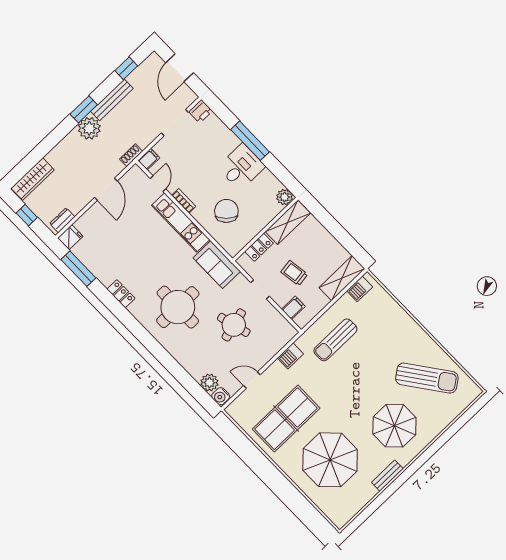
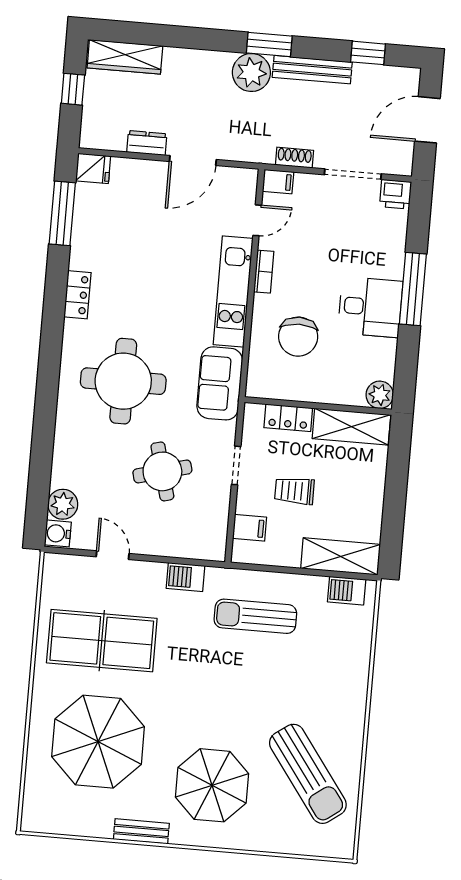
shoe rack: (131, 155) -> (294, 158), moved
chair: (226, 211) -> (298, 337), turned 137
dresser: (62, 220) -> (147, 143), moved
trolley: (294, 273) -> (294, 491), turned -82

